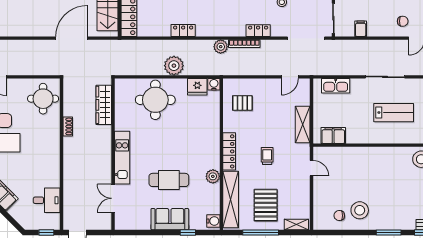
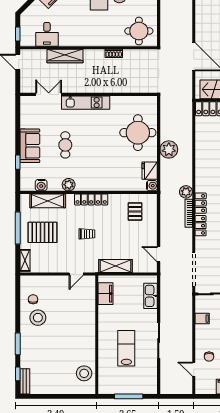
locker: (183, 31) -> (201, 203), moved
wardrobe: (104, 105) -> (65, 56), moved, turned 180
lab bench: (394, 113) -> (126, 348), turned 180
cafe table: (169, 180) -> (65, 145), width x0.73, depth x0.74
shelving: (231, 200) -> (48, 201), width x0.68
water cooler: (213, 221) -> (41, 185), moved

